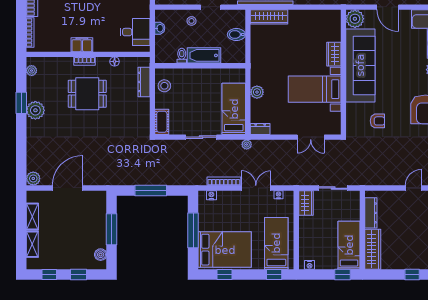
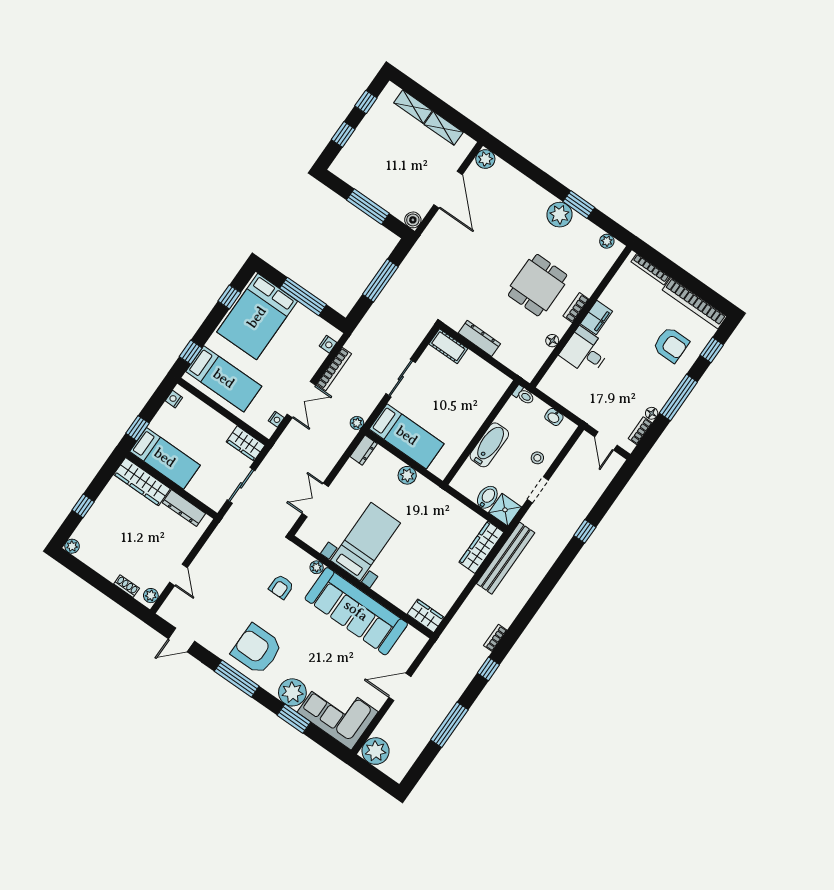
shower: (236, 19) -> (505, 510), added
plant: (355, 19) -> (317, 567), moved, width x0.53, depth x0.53
desk: (135, 32) -> (585, 352), moved, turned 90
wardrobe: (334, 54) -> (426, 616), moved
toilet: (182, 56) -> (524, 395), moved
dresser: (144, 82) -> (479, 338), moved
stool: (164, 86) -> (486, 377), removed
boiler: (101, 255) -> (413, 220), moved

